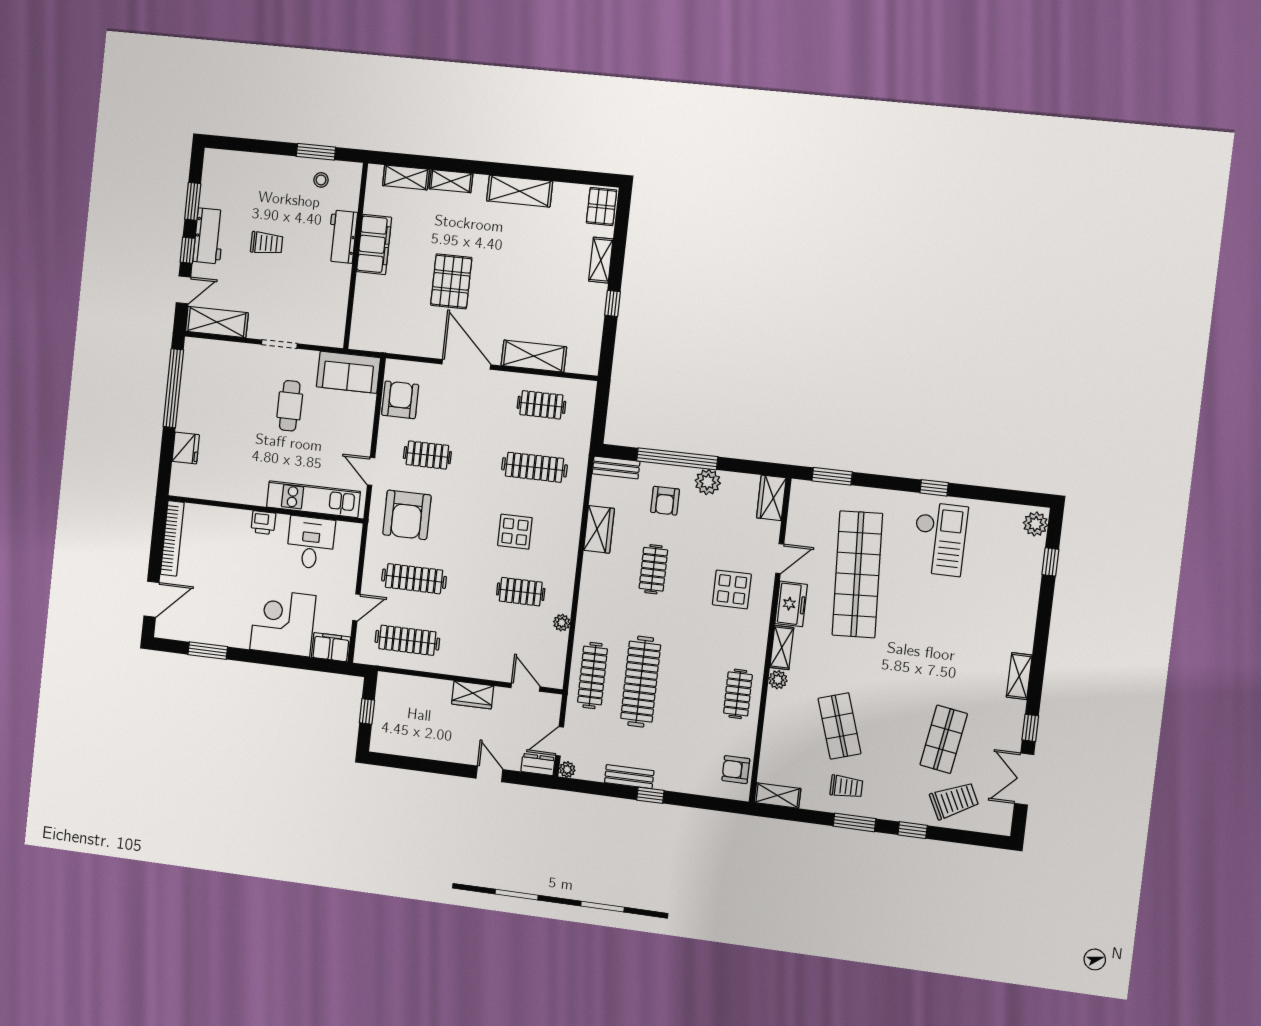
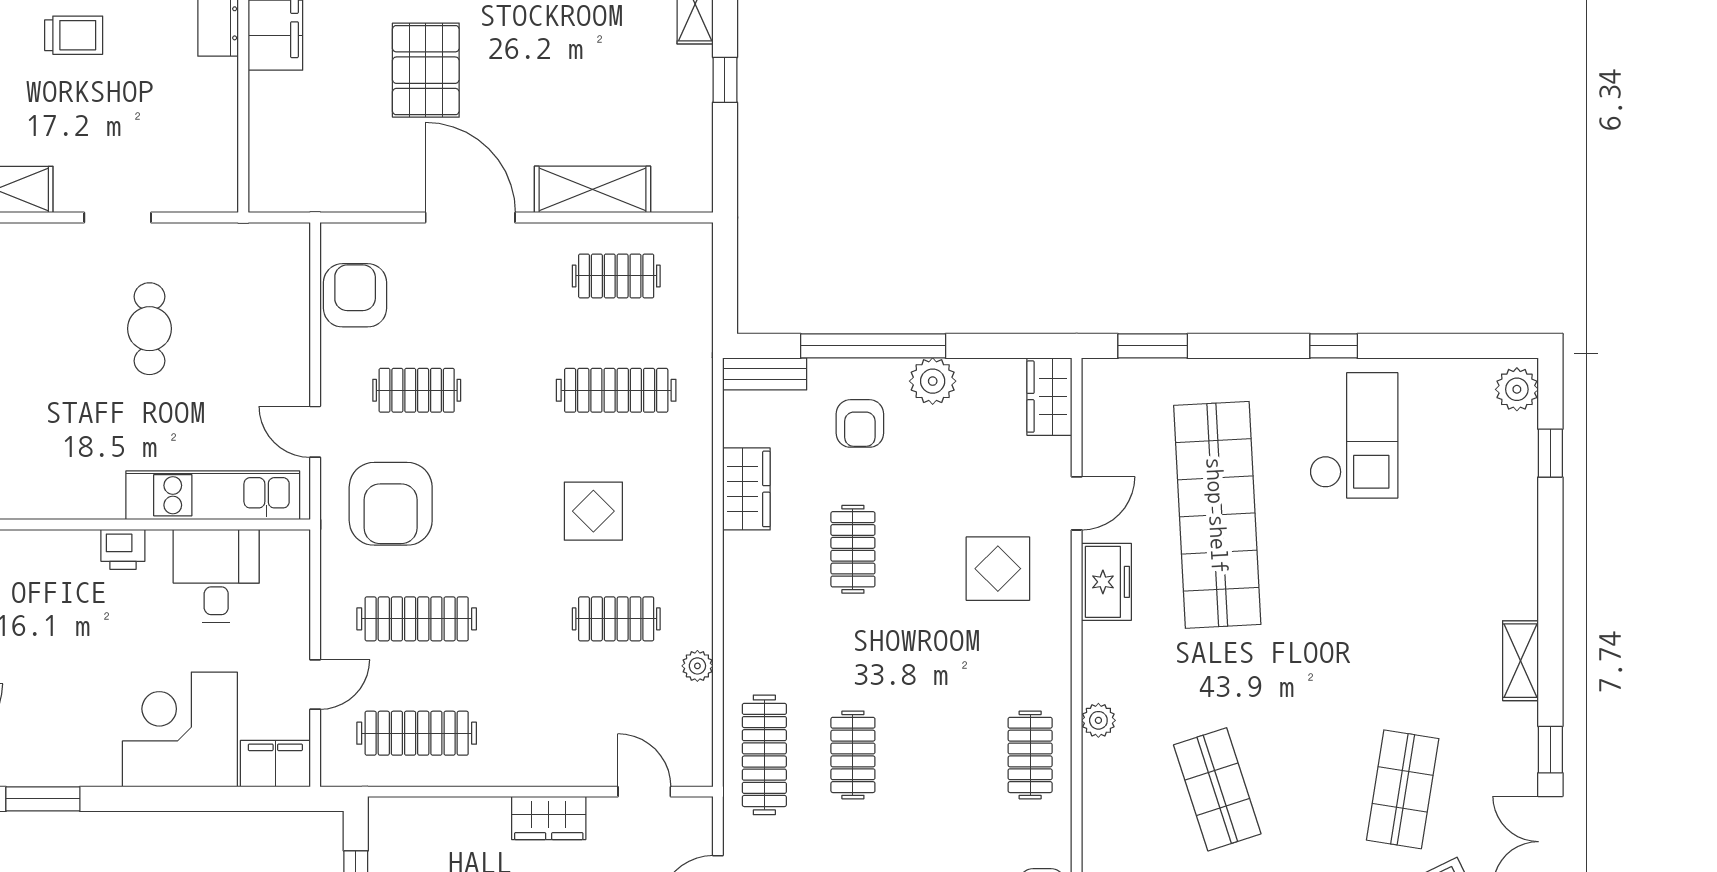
sofa: (348, 372) -> (253, 255), removed
shelving: (782, 648) -> (1099, 662), removed
clothes rail: (641, 682) -> (853, 755), width x0.54, depth x0.76

